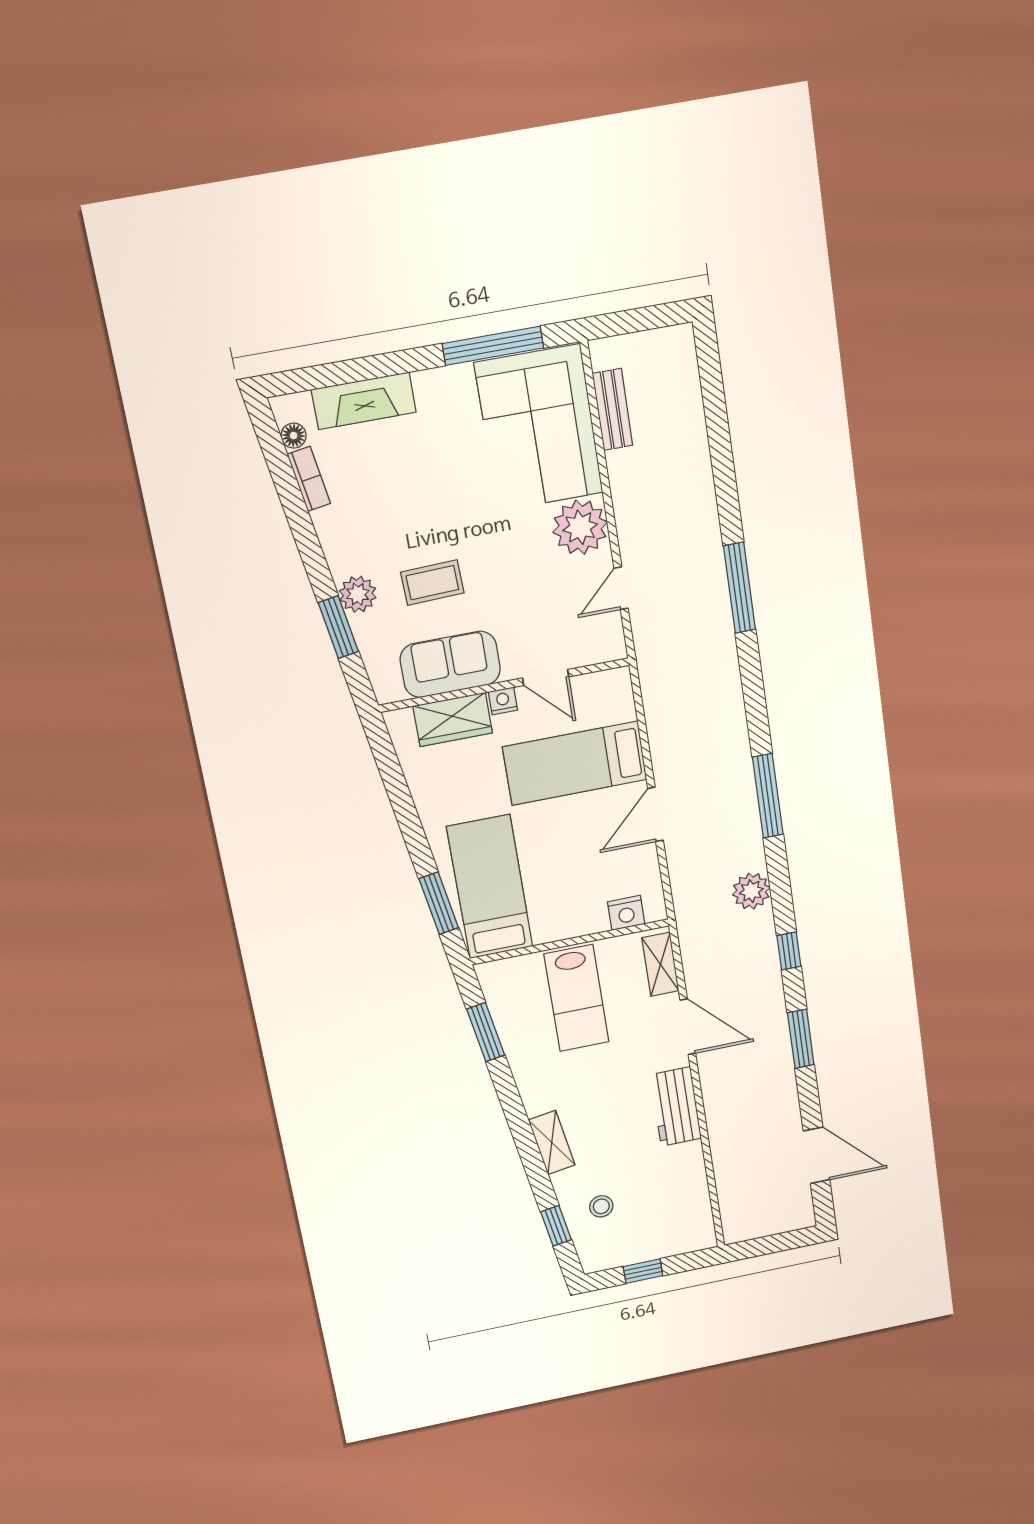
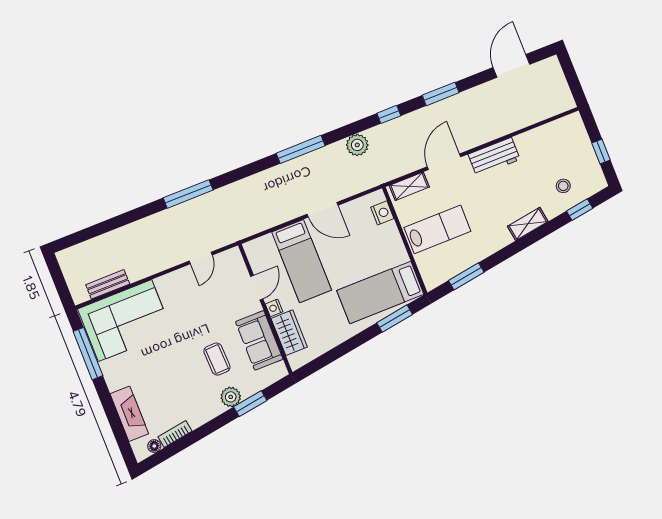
plant: (580, 527) -> (172, 287), removed
door: (621, 588) -> (201, 258), hinge flipped

